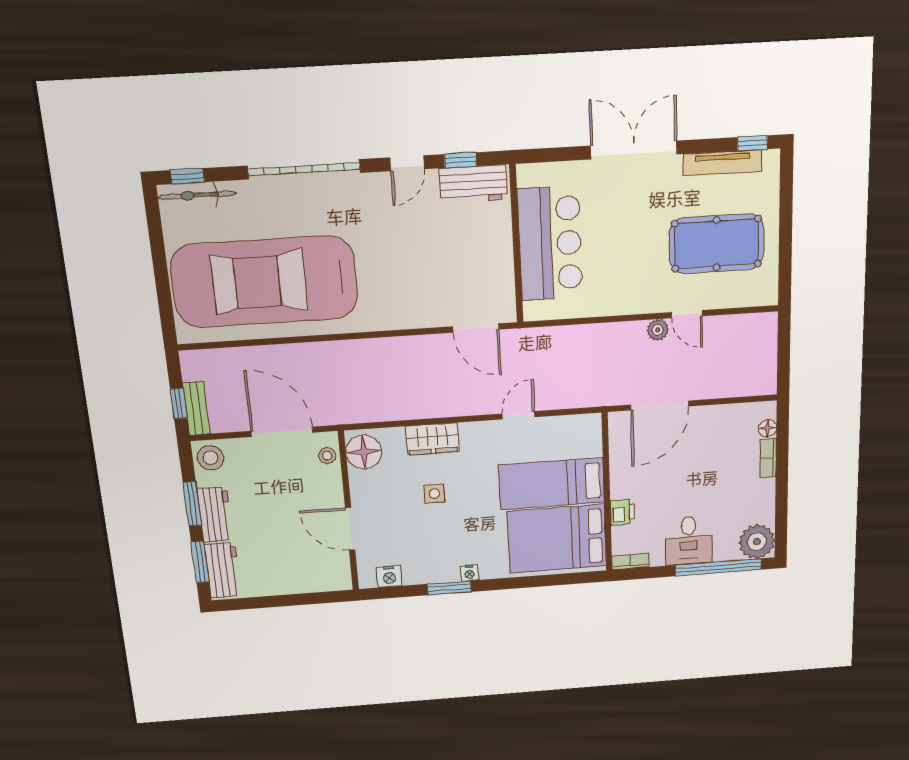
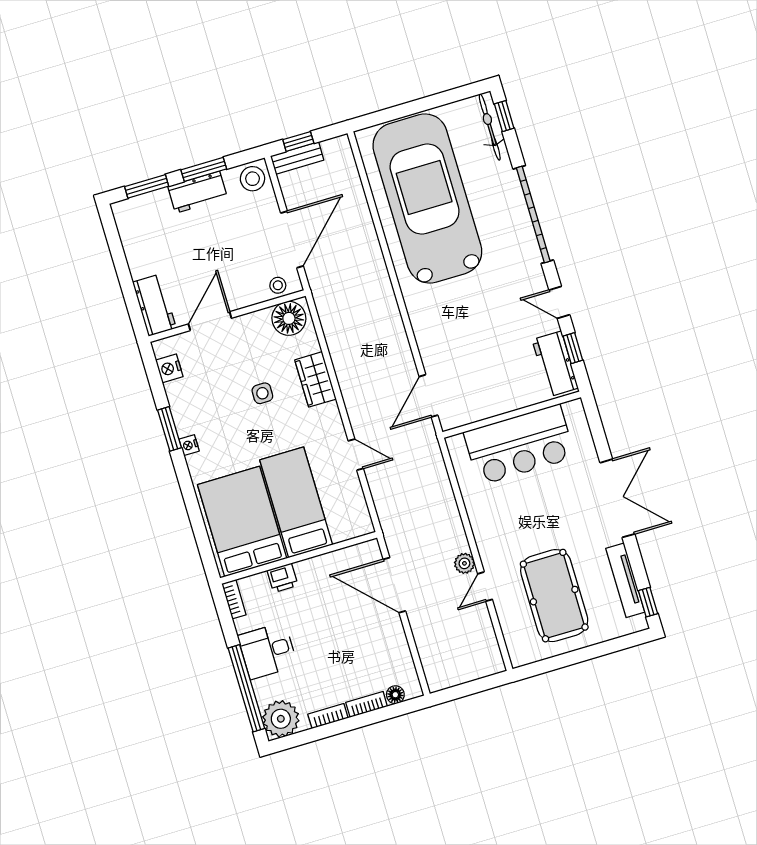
bookcase: (768, 497) -> (328, 716), added
workbench: (223, 570) -> (154, 305), moved, turned -90

